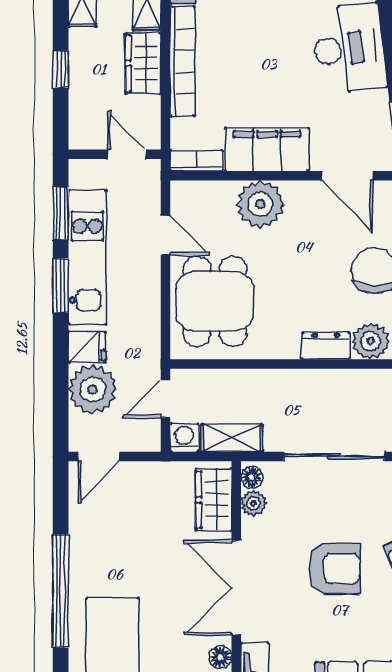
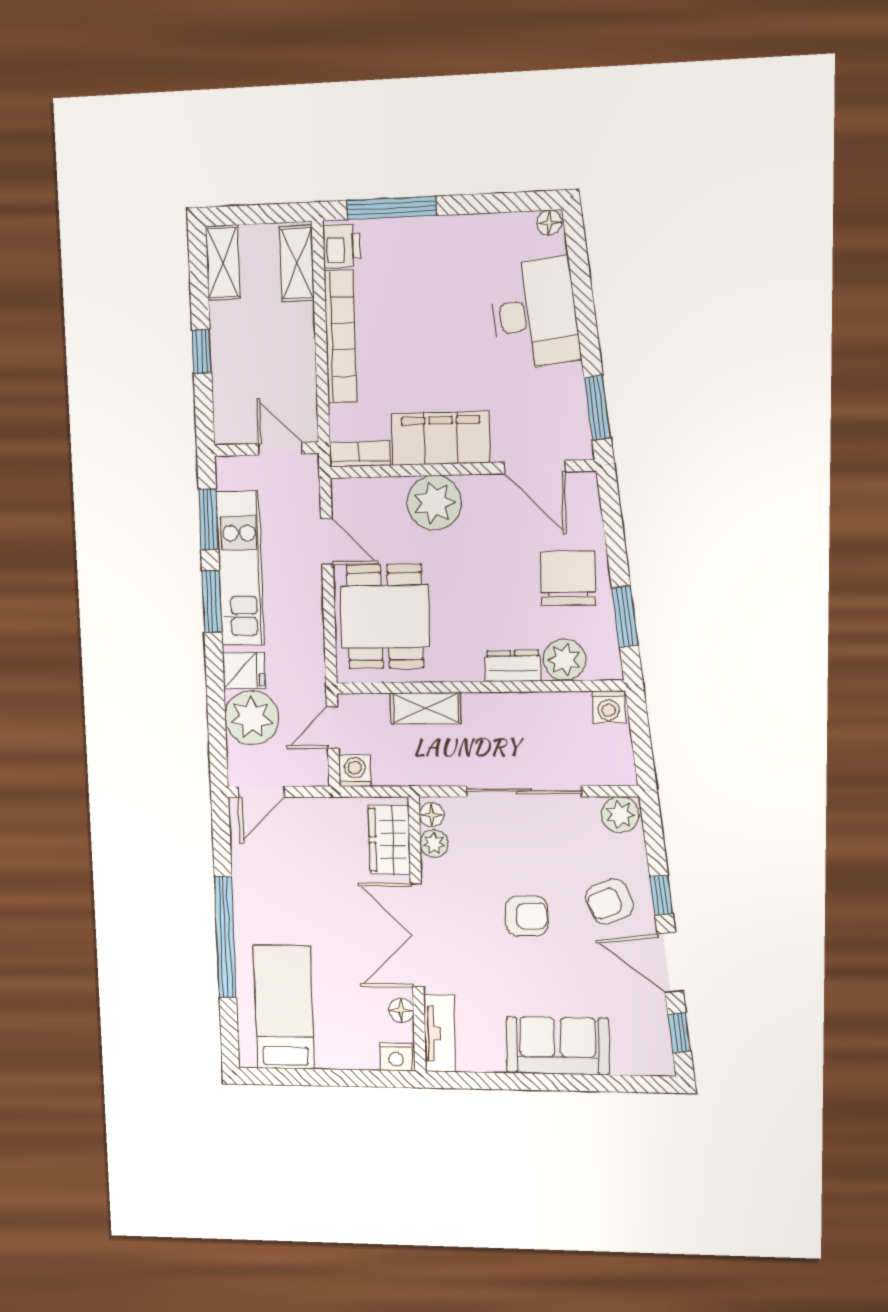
wardrobe: (143, 64) -> (295, 341), removed
shelving: (232, 438) -> (426, 708), moved
armchair: (335, 569) -> (527, 916), width x0.72, depth x0.72

